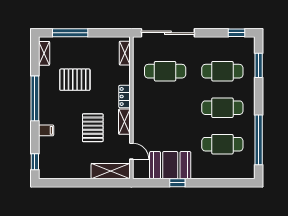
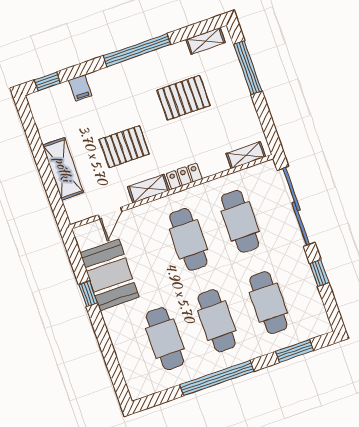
window: (236, 33) -> (319, 273), moved
pallet: (75, 80) -> (184, 98), turned 90
cafe table: (165, 108) -> (188, 239), added
filing cabinet: (46, 130) -> (80, 88), moved
window: (259, 140) -> (217, 378), moved
shelving: (111, 171) -> (63, 169), moved

